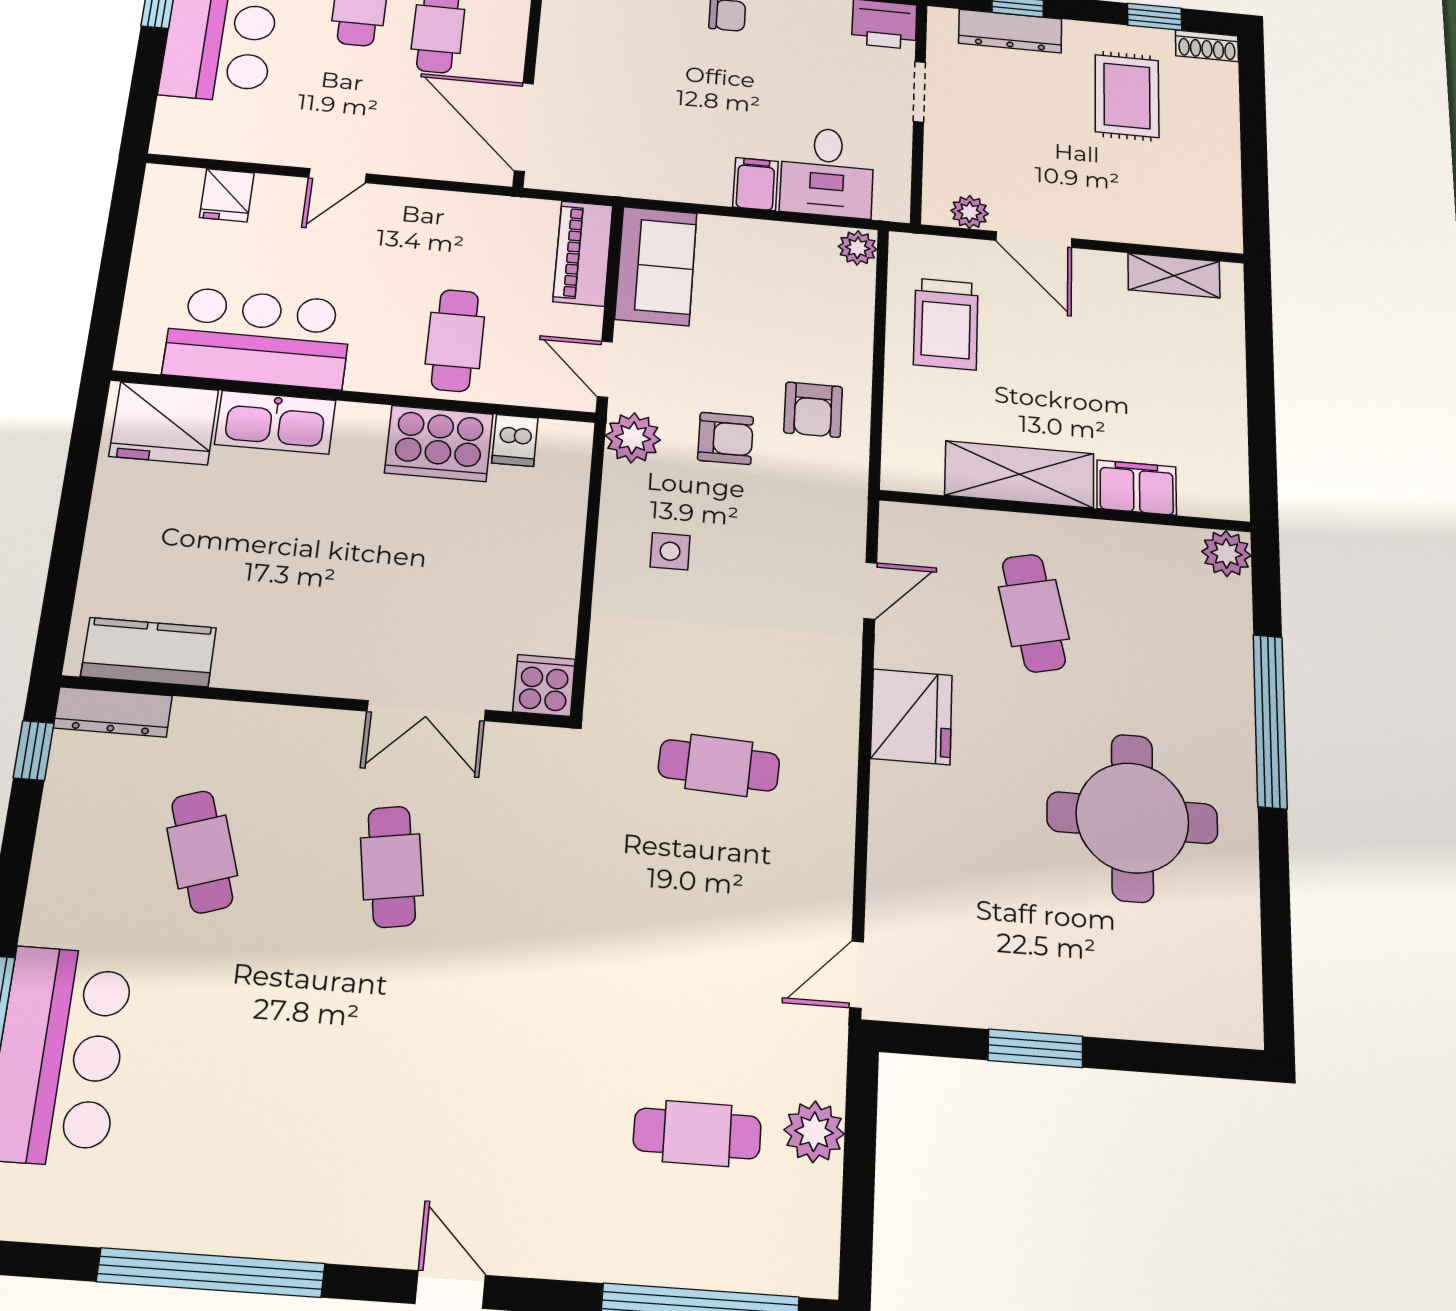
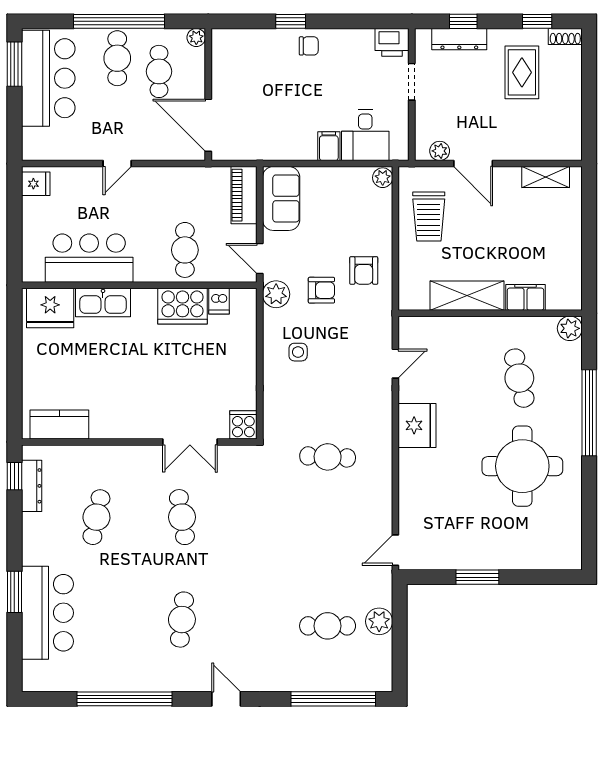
fridge: (227, 195) -> (36, 184), moved, turned -90
cafe table: (1034, 613) -> (519, 378), moved
dresser: (113, 712) -> (32, 486), moved, turned -90
cafe table: (202, 852) -> (96, 517), turned 30
cafe table: (367, 1094) -> (182, 620), added

